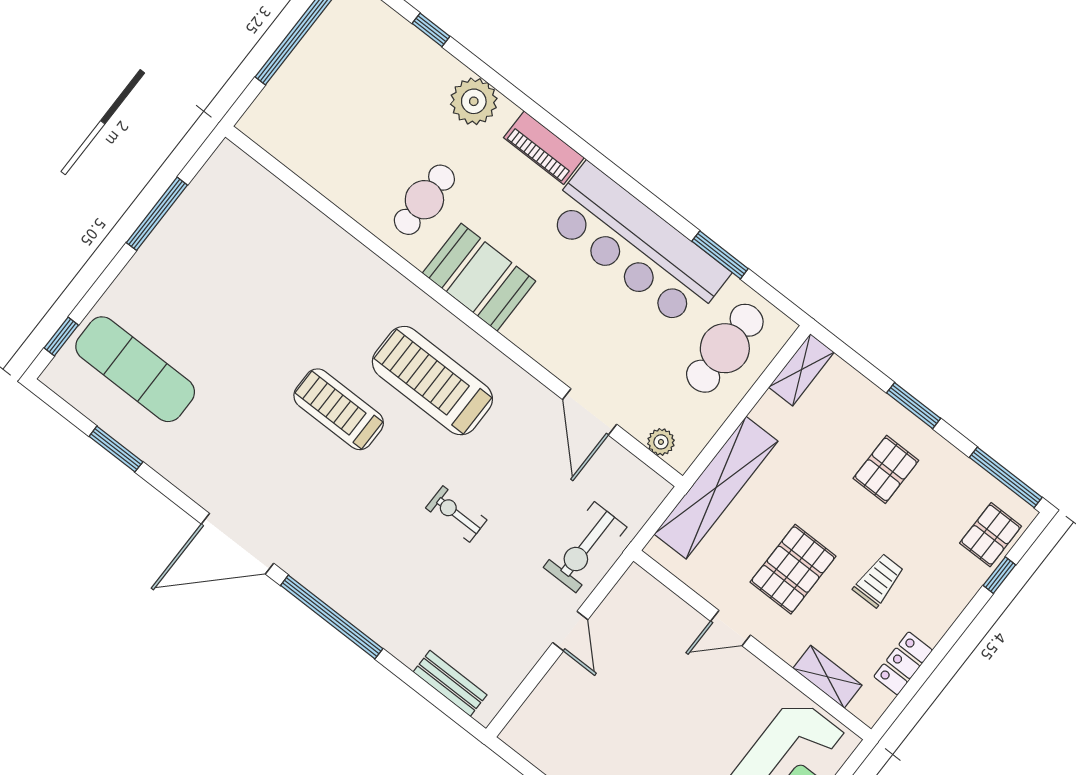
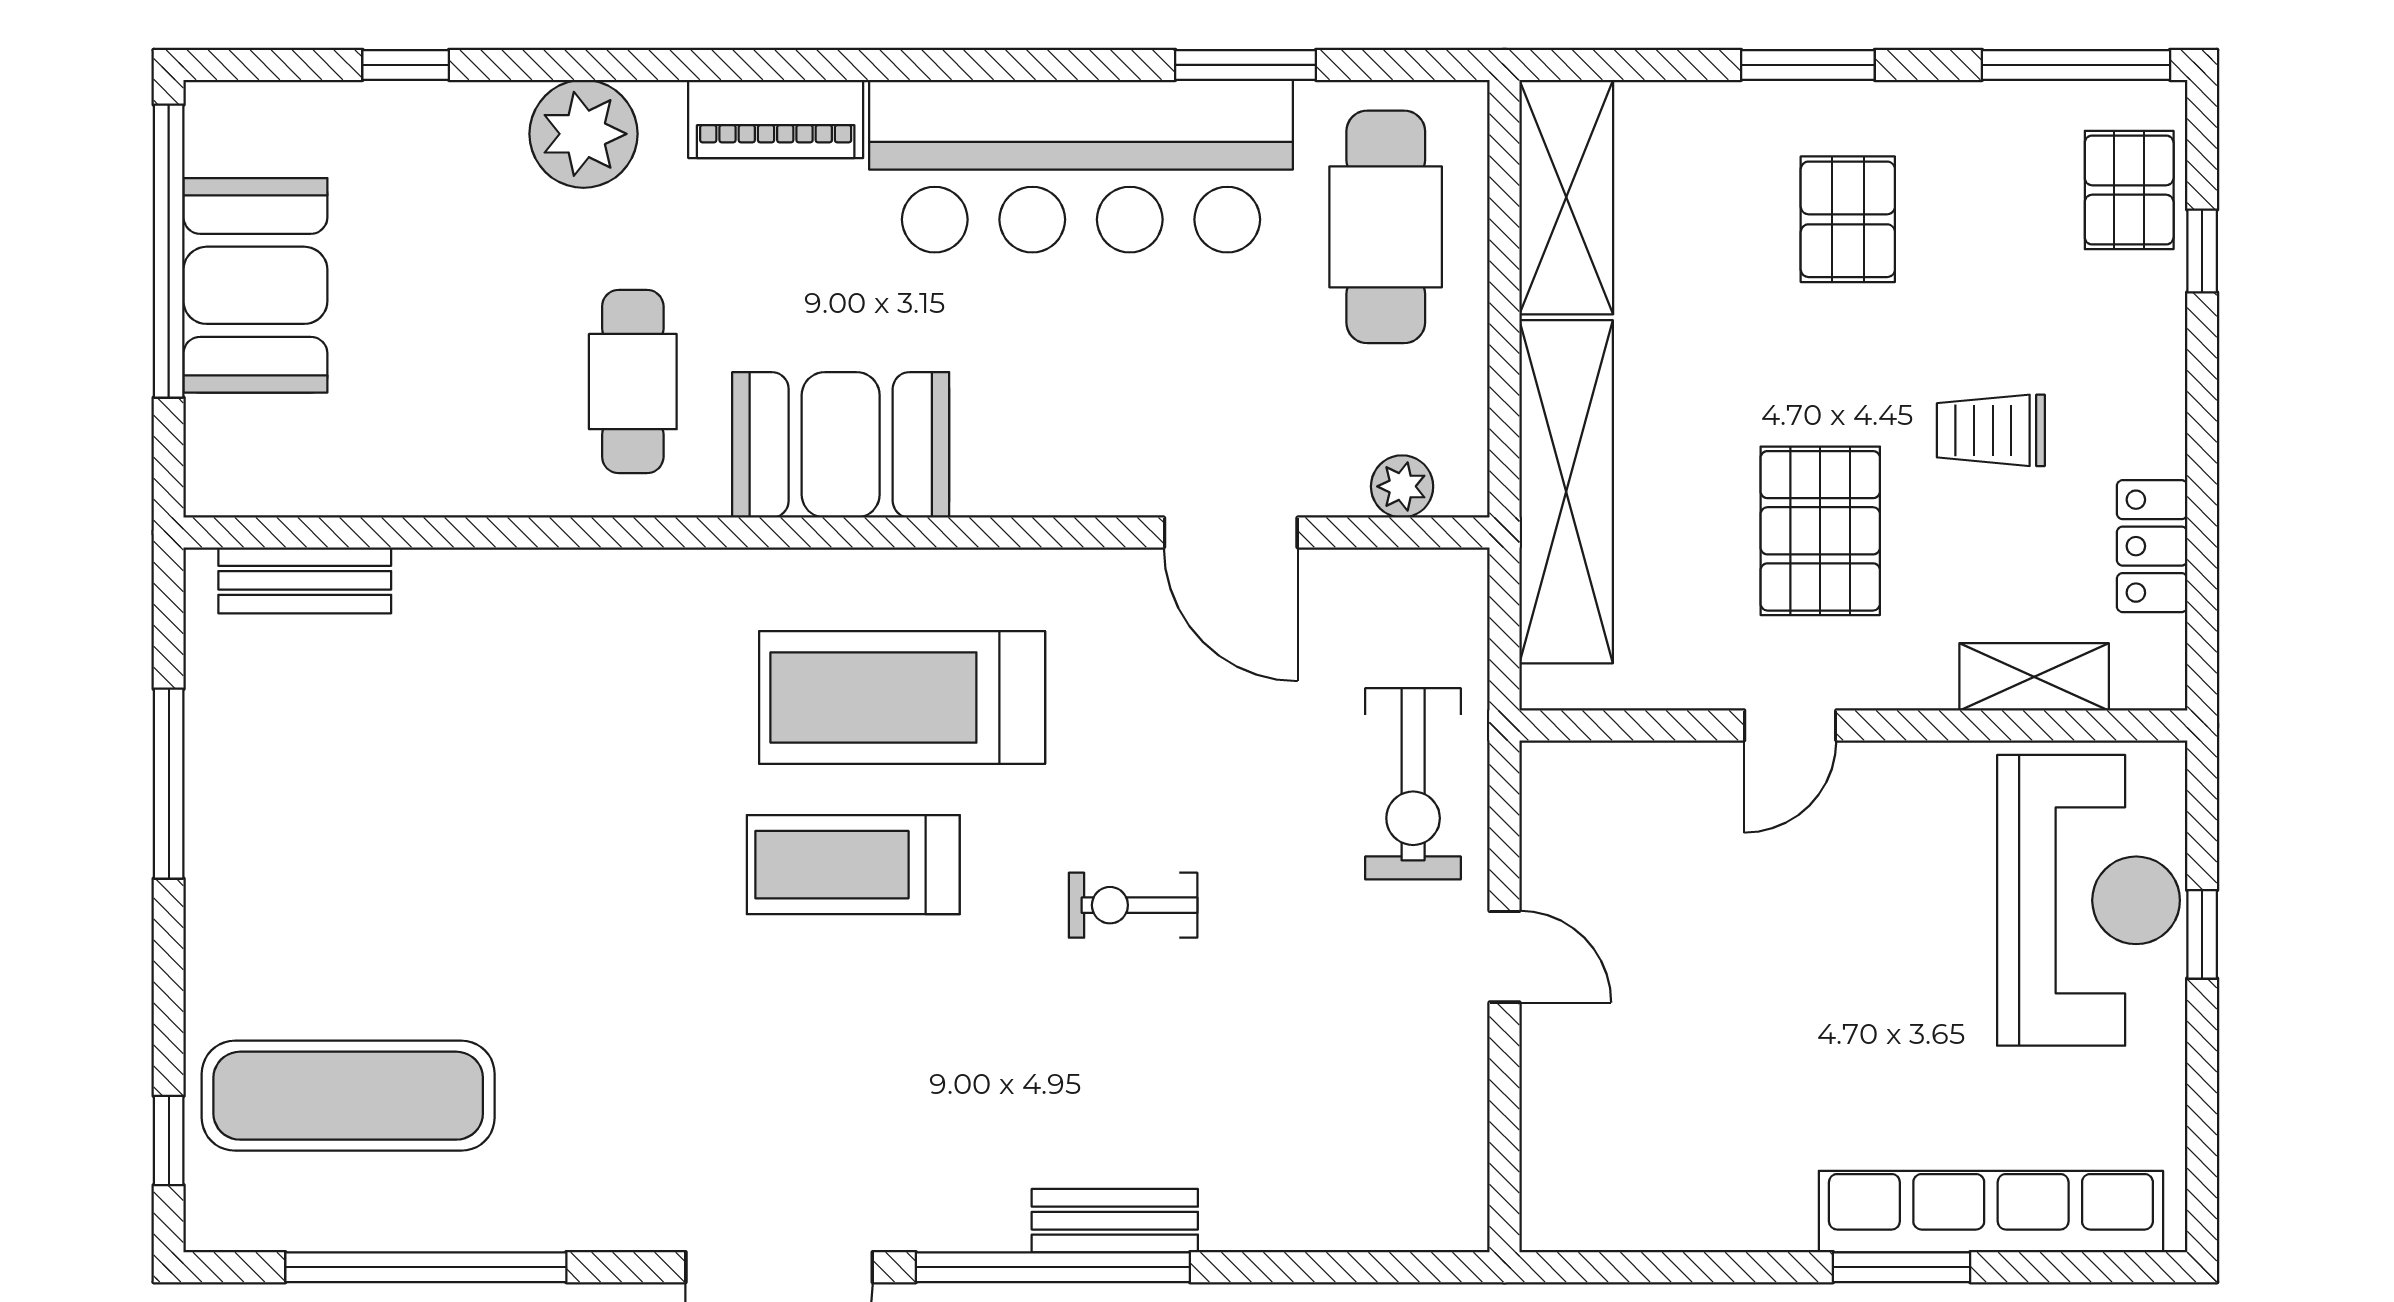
booth: (320, 66) -> (255, 285), added
bench: (258, 180) -> (305, 580), added
shelving: (801, 370) -> (1566, 197), width x1.50, depth x1.33
treadmill: (339, 409) -> (853, 865), moved
window: (116, 449) -> (426, 1267), width x2.11
trolley: (879, 580) -> (1991, 430), turned -90
bench: (450, 683) -> (1115, 1221), moved

